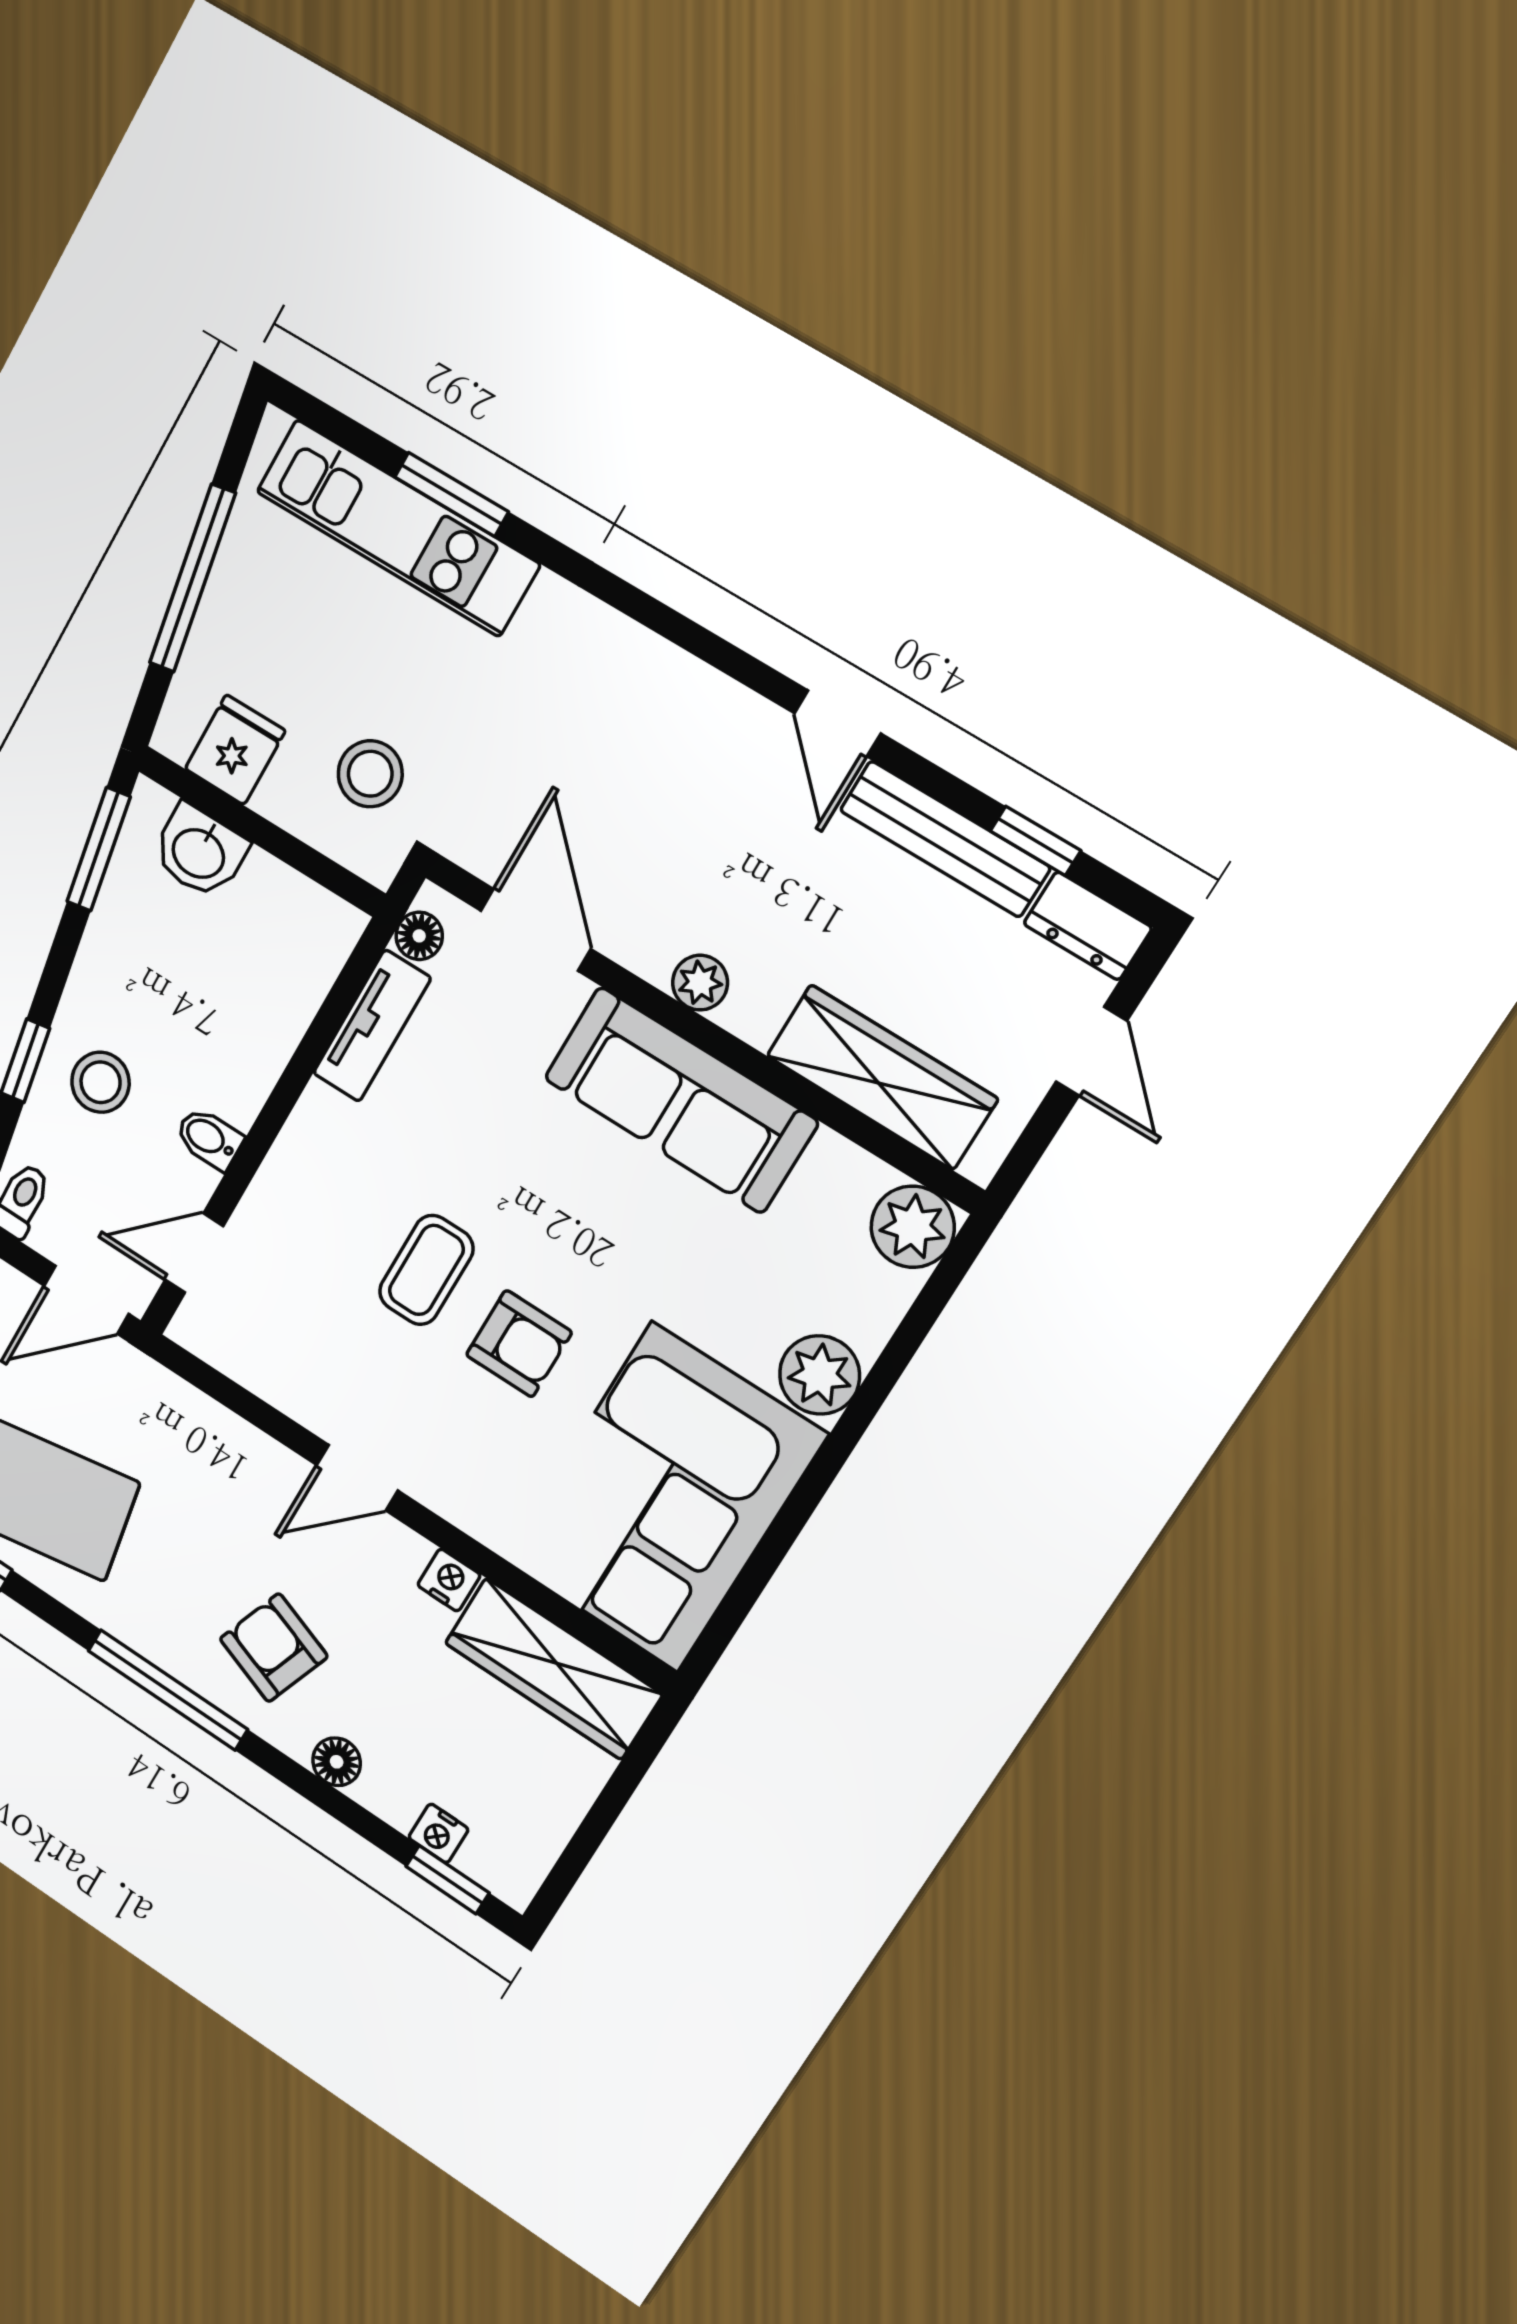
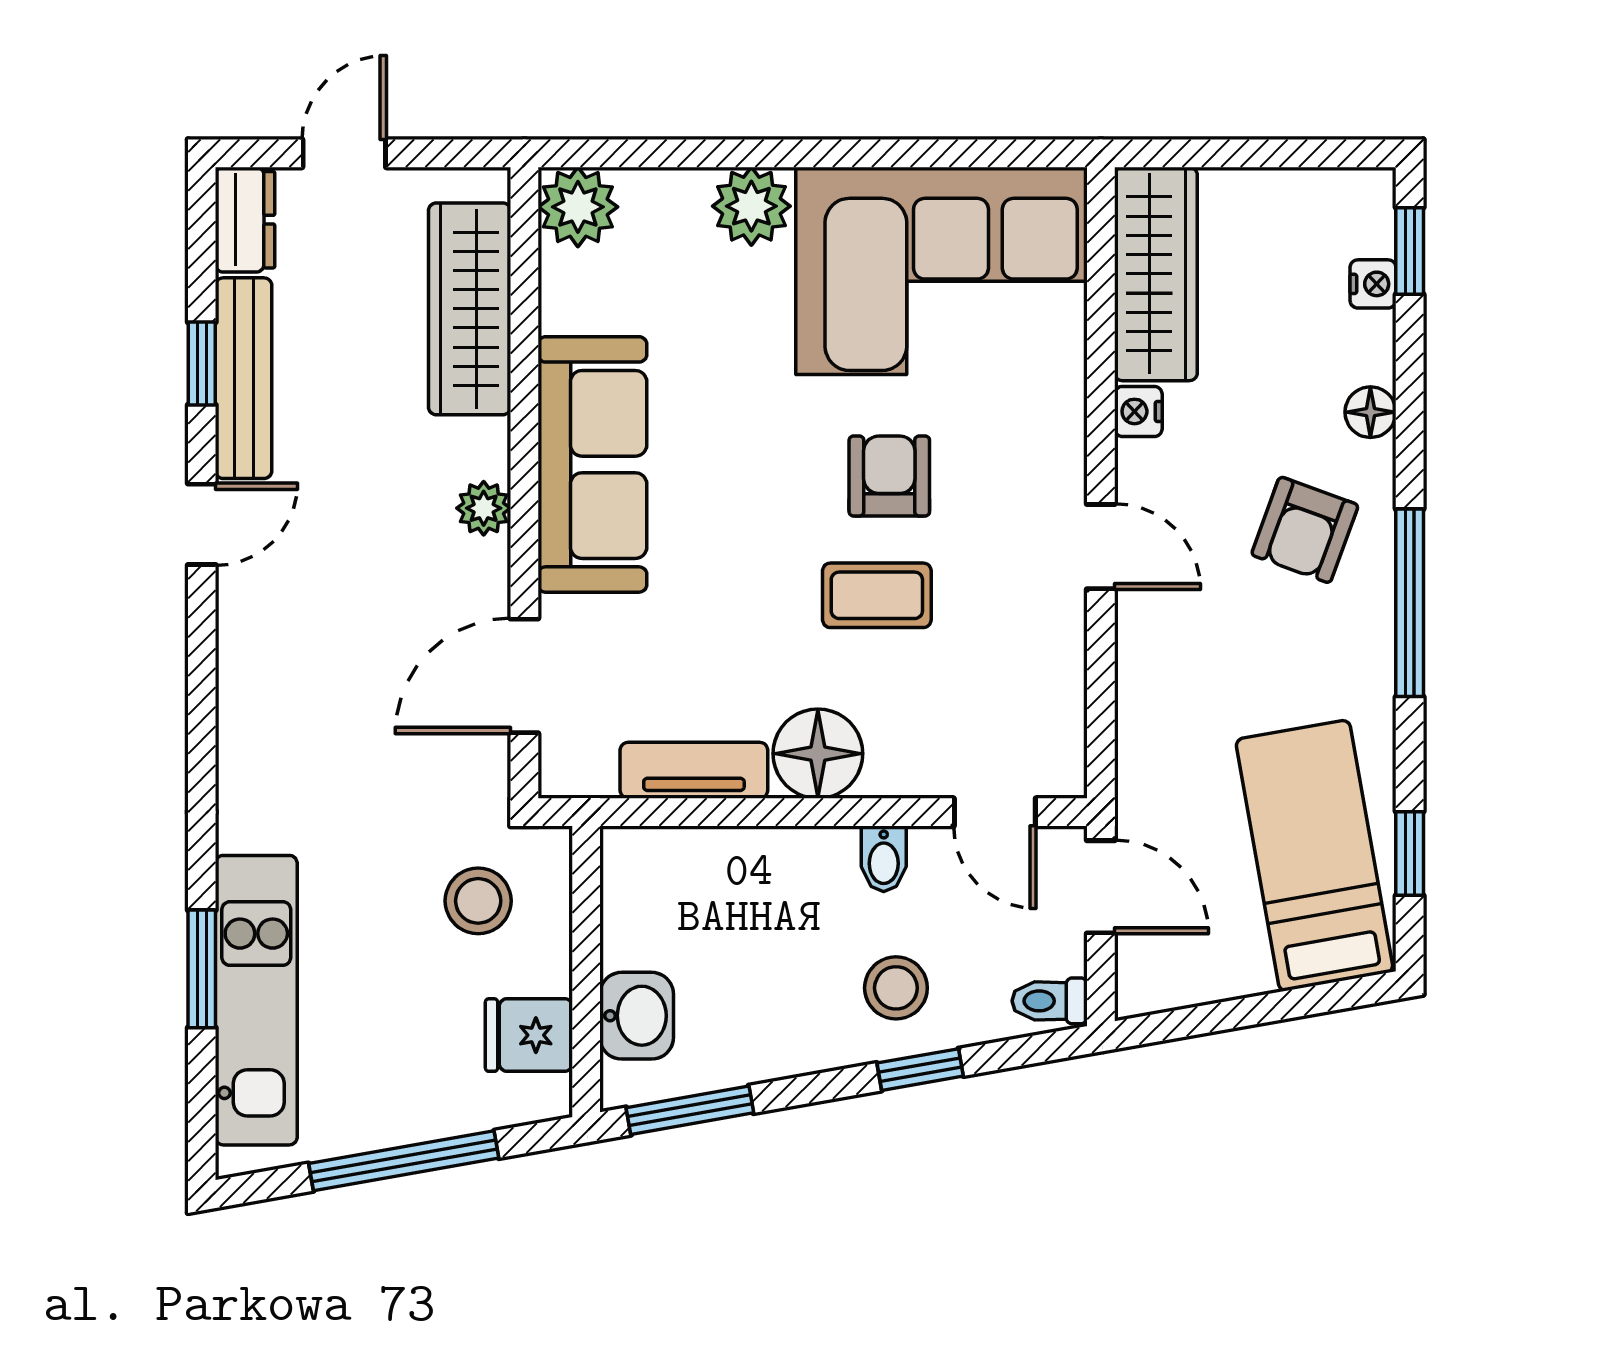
window: (1035, 841) -> (202, 364), moved
floor lamp: (419, 936) -> (818, 754), moved, width x1.89, depth x1.89

